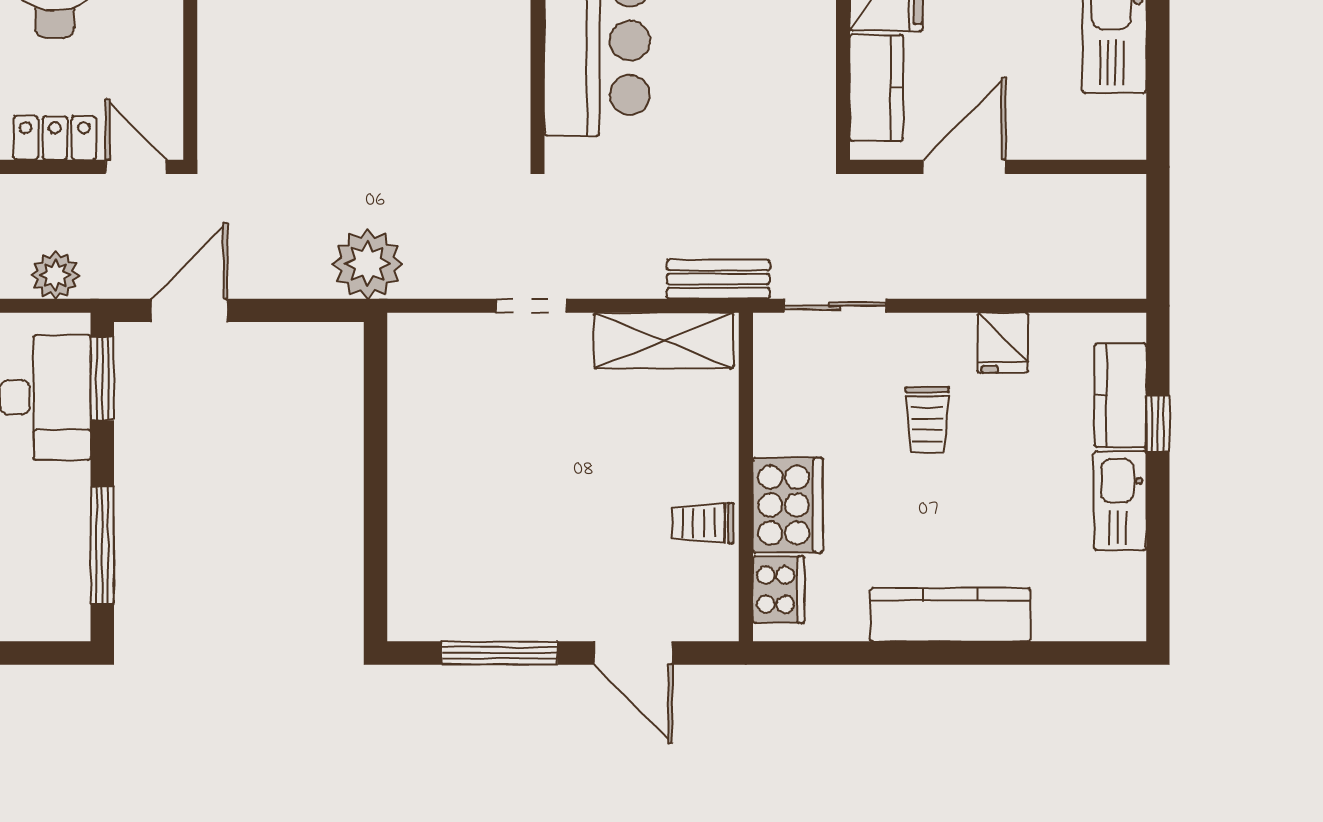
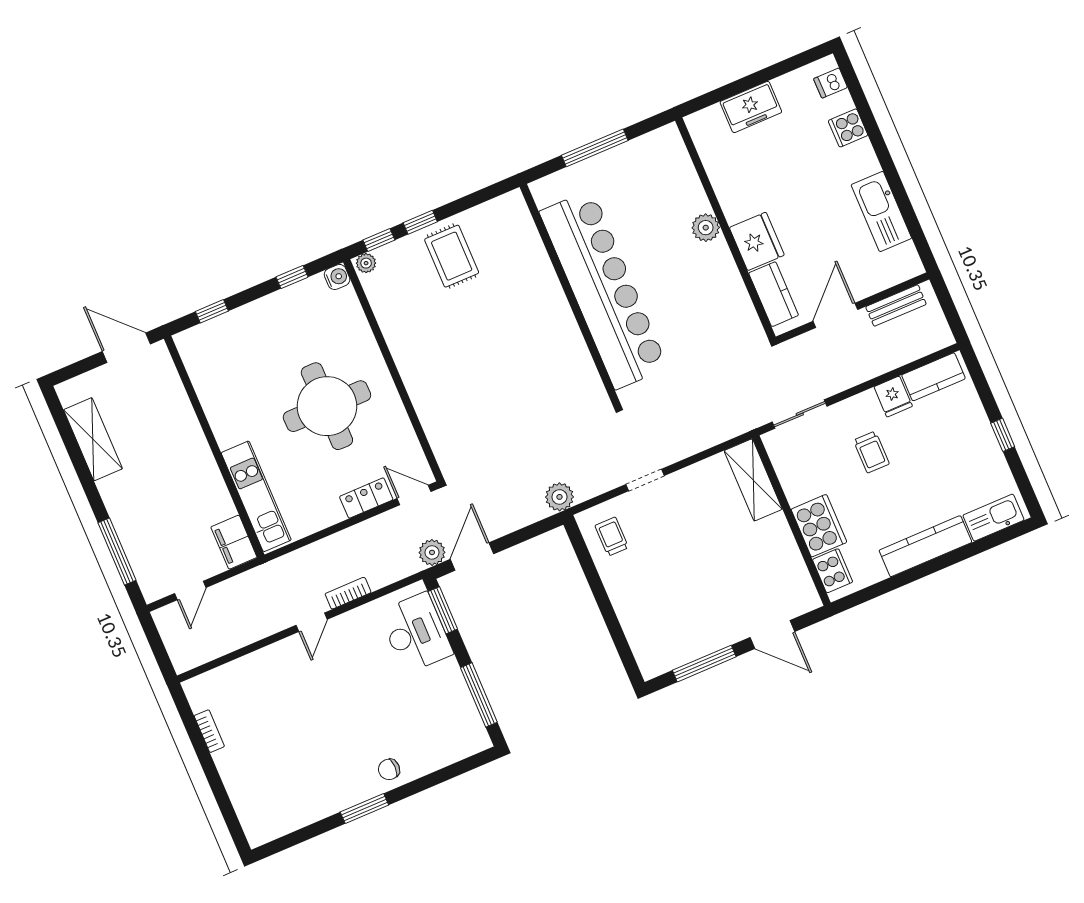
plant: (368, 264) -> (559, 497), width x0.73, depth x0.73
plant: (55, 275) -> (432, 552), moved
bench: (718, 279) -> (896, 305), moved
shelving: (664, 341) -> (753, 480), moved, turned 90
kitchen counter: (1120, 395) -> (933, 377), moved, turned -90
window: (1158, 424) -> (1003, 435), moved
kitchen sink: (1120, 501) -> (993, 518), moved, turned 90
trolley: (703, 523) -> (612, 537), moved, turned 90

